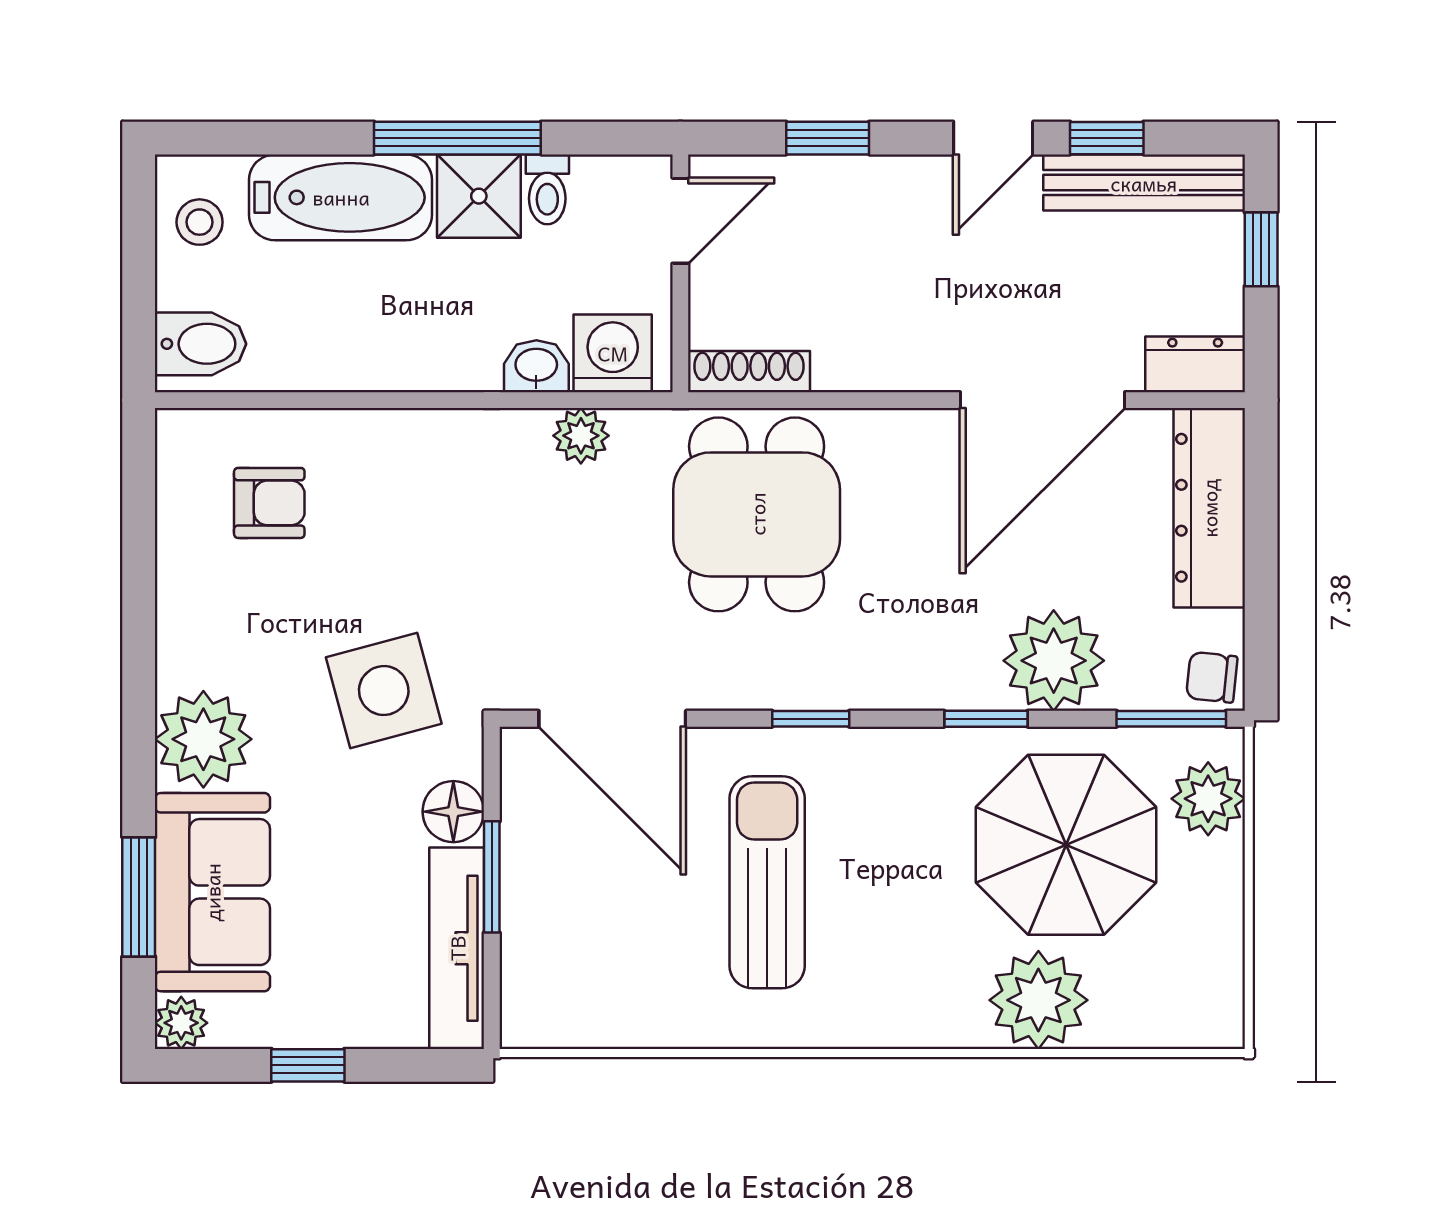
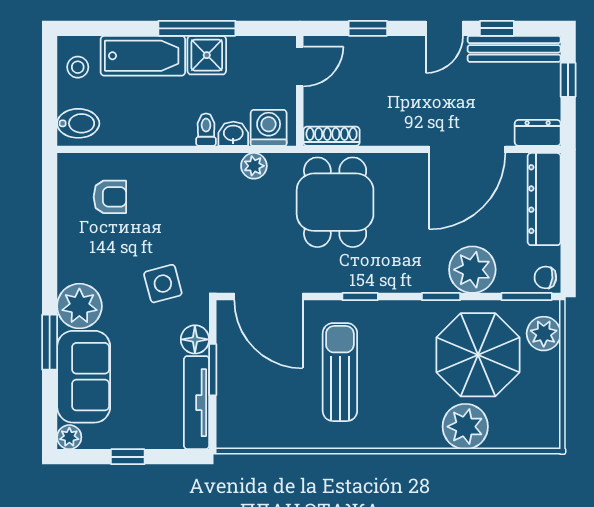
toilet: (547, 189) -> (206, 130), moved, turned 180
side table: (384, 691) -> (163, 284), width x0.73, depth x0.73
window: (139, 897) -> (50, 342), moved

